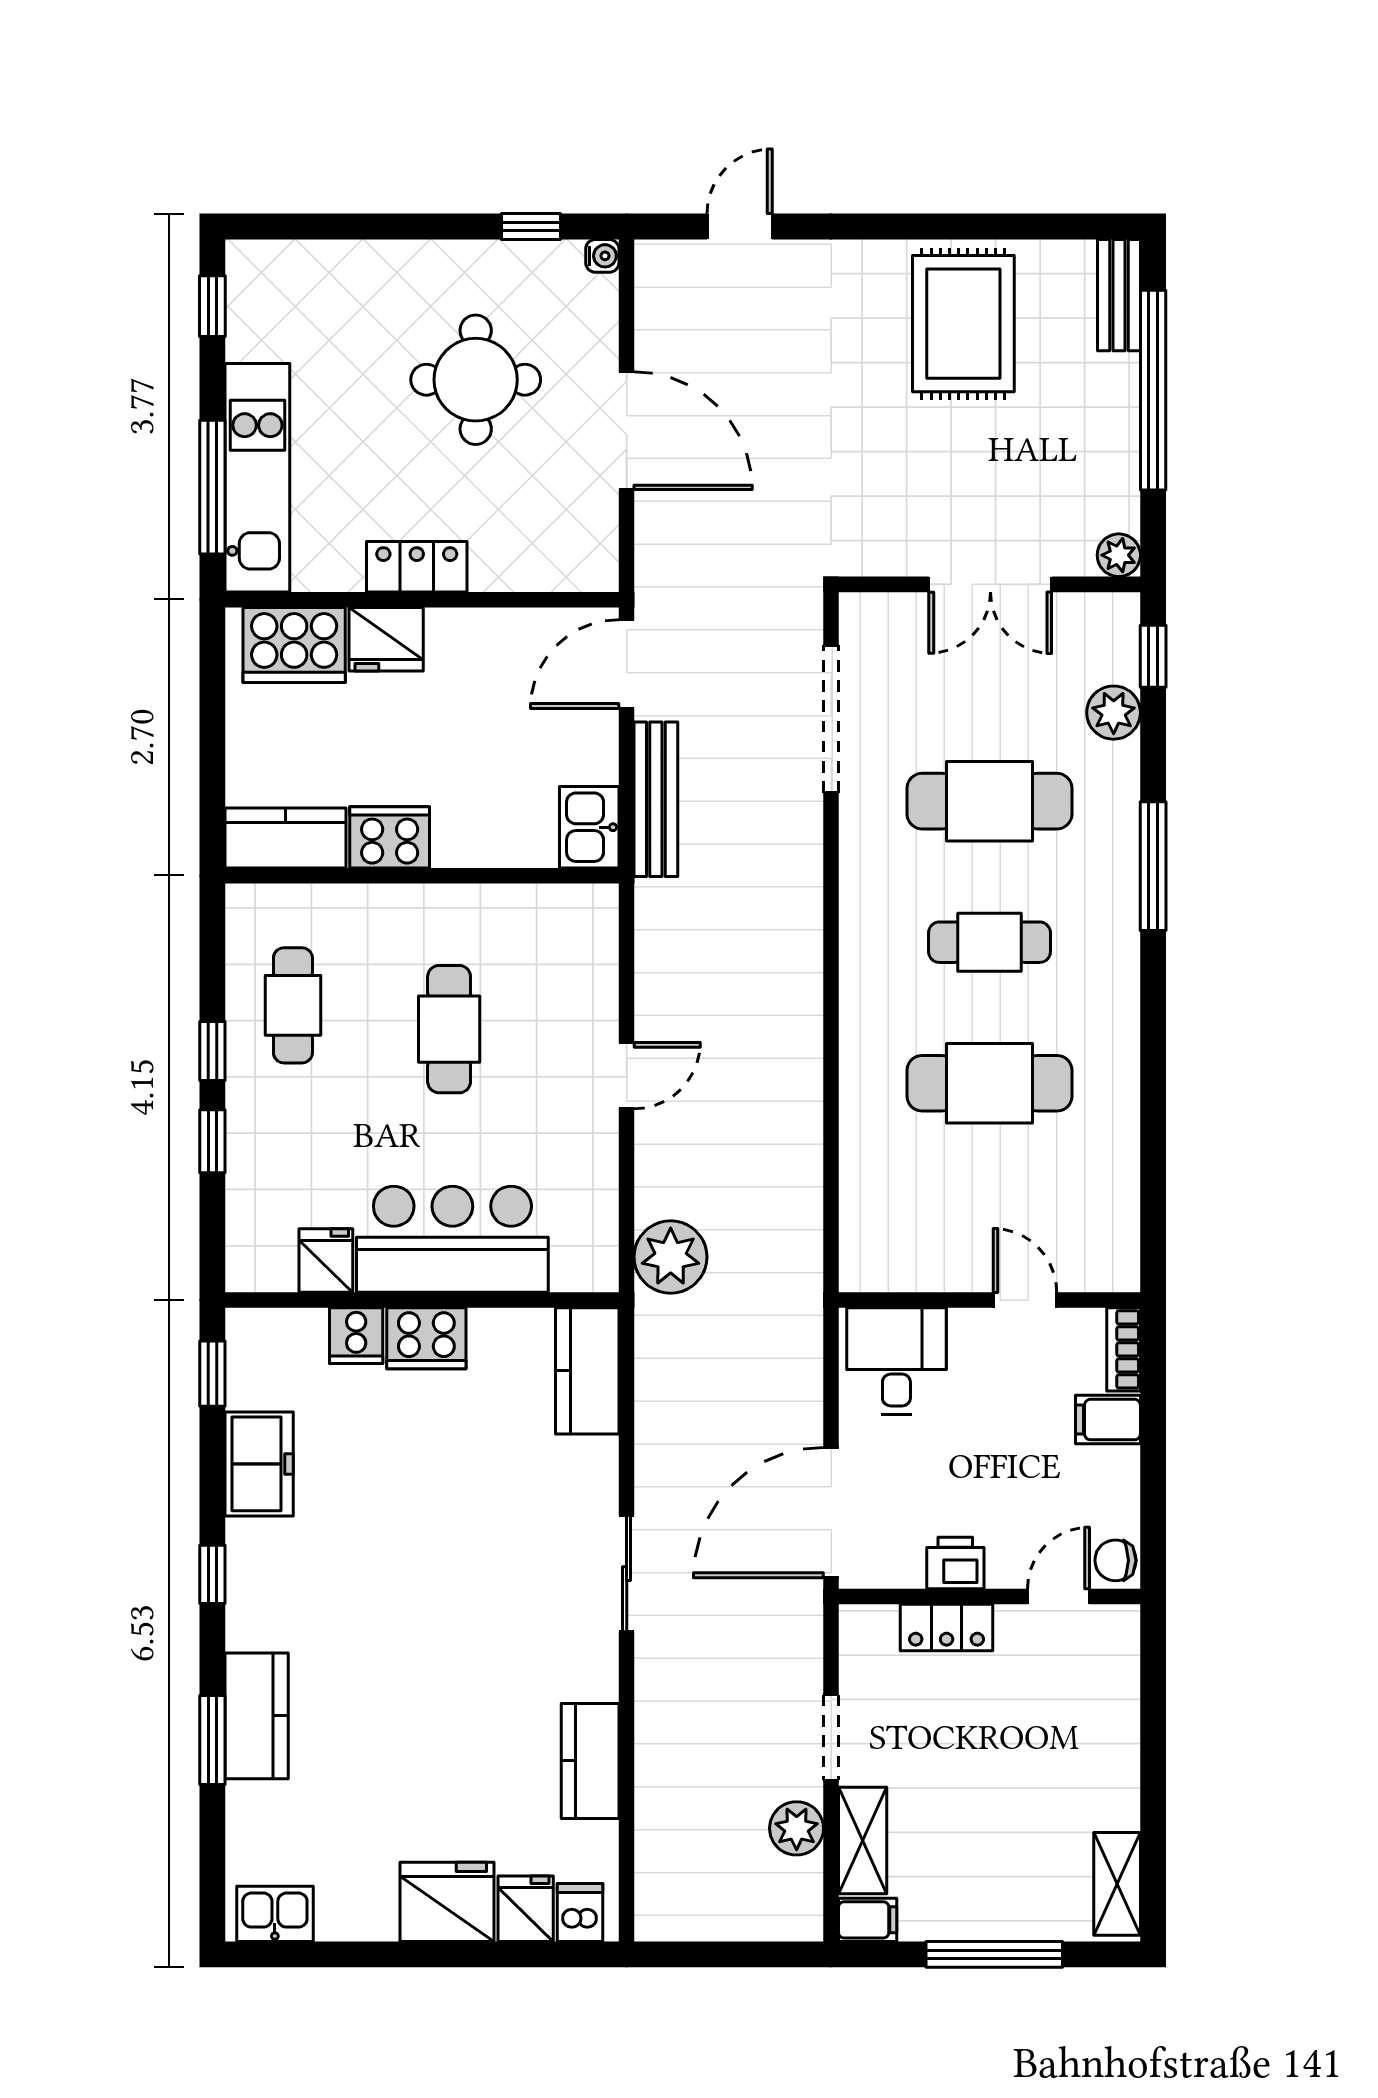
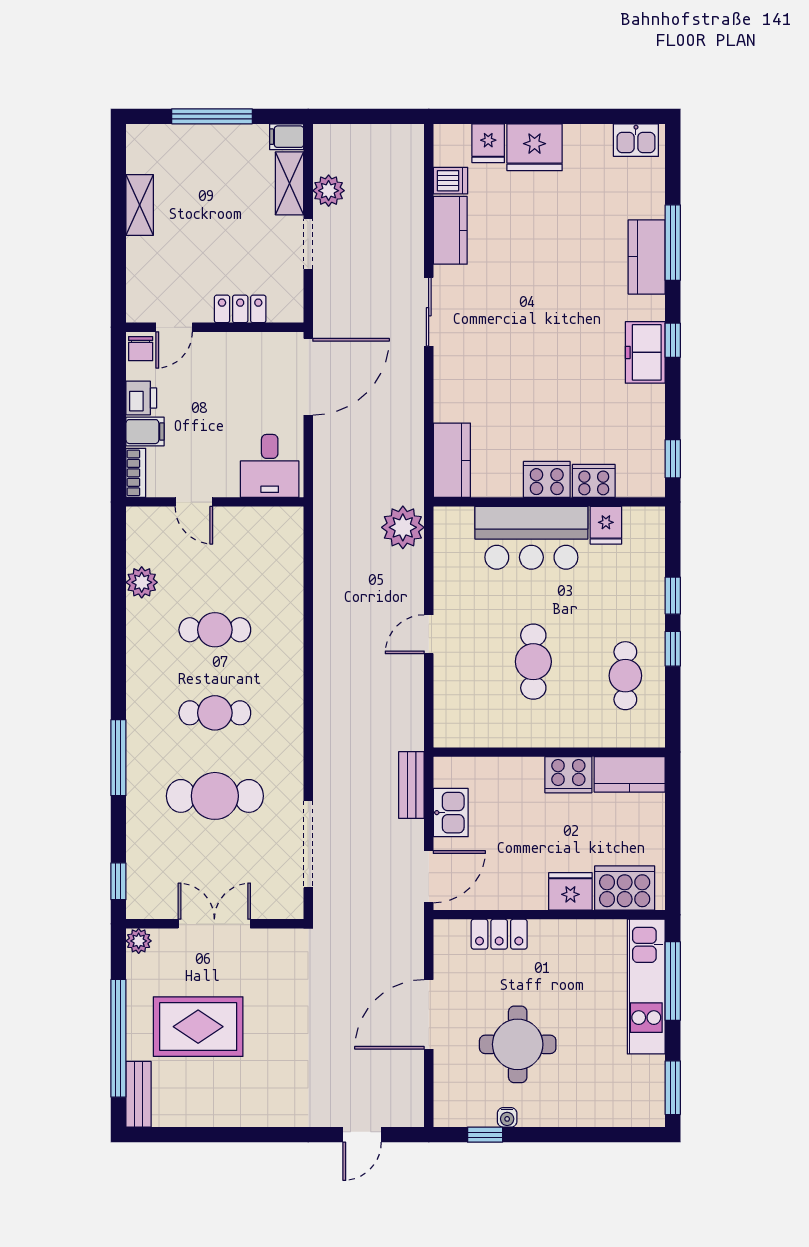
water cooler: (602, 256) -> (507, 1117), moved, turned -90
window: (212, 306) -> (673, 1088), width x1.50
rug: (963, 324) -> (198, 1027), moved, turned 90
door: (627, 431) -> (429, 1014), hinge flipped
locker: (417, 567) -> (499, 934), moved
plant: (1114, 713) -> (142, 582), moved
bench: (656, 799) -> (411, 785), width x0.73
kitchen sink: (589, 827) -> (451, 813), moved
cafe table: (989, 1083) -> (215, 630), width x0.73, depth x0.74
cooker: (356, 1336) -> (594, 481), width x1.36
freezer: (259, 1464) -> (645, 352), moved
chair: (1115, 1560) -> (141, 349), turned 90
printer: (955, 1563) -> (141, 398), moved, turned -90
sliding door: (627, 1574) -> (429, 312), moved
window: (212, 1740) -> (673, 243), width x1.44
shelving: (1117, 1884) -> (140, 205), moved
dishwasher: (580, 1912) -> (450, 181), moved, turned -90

